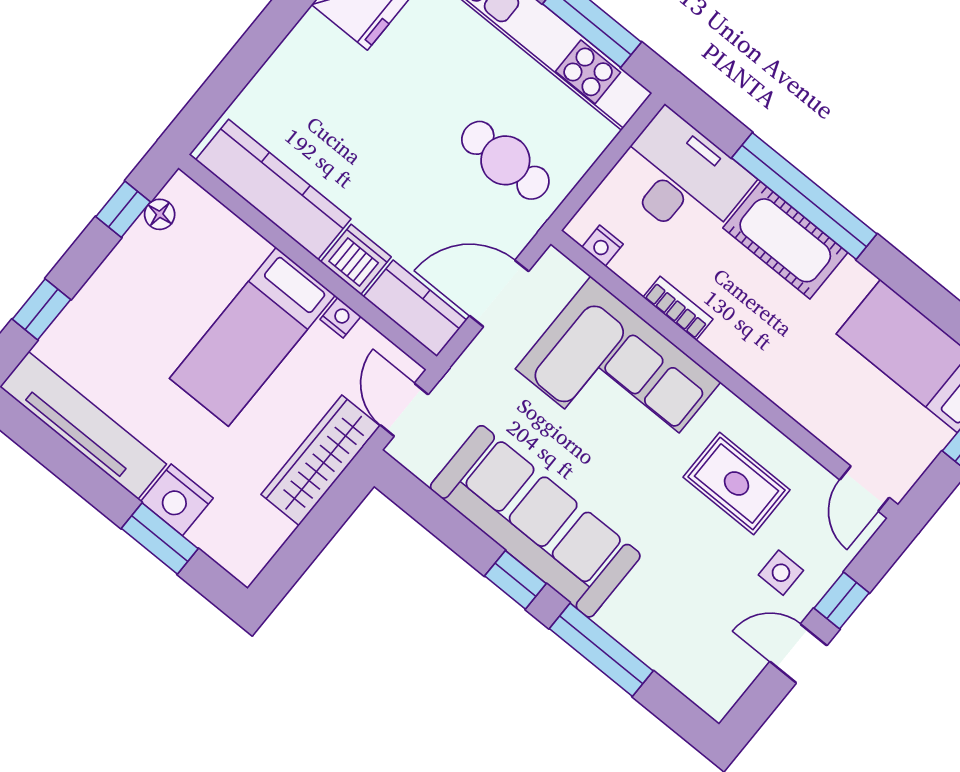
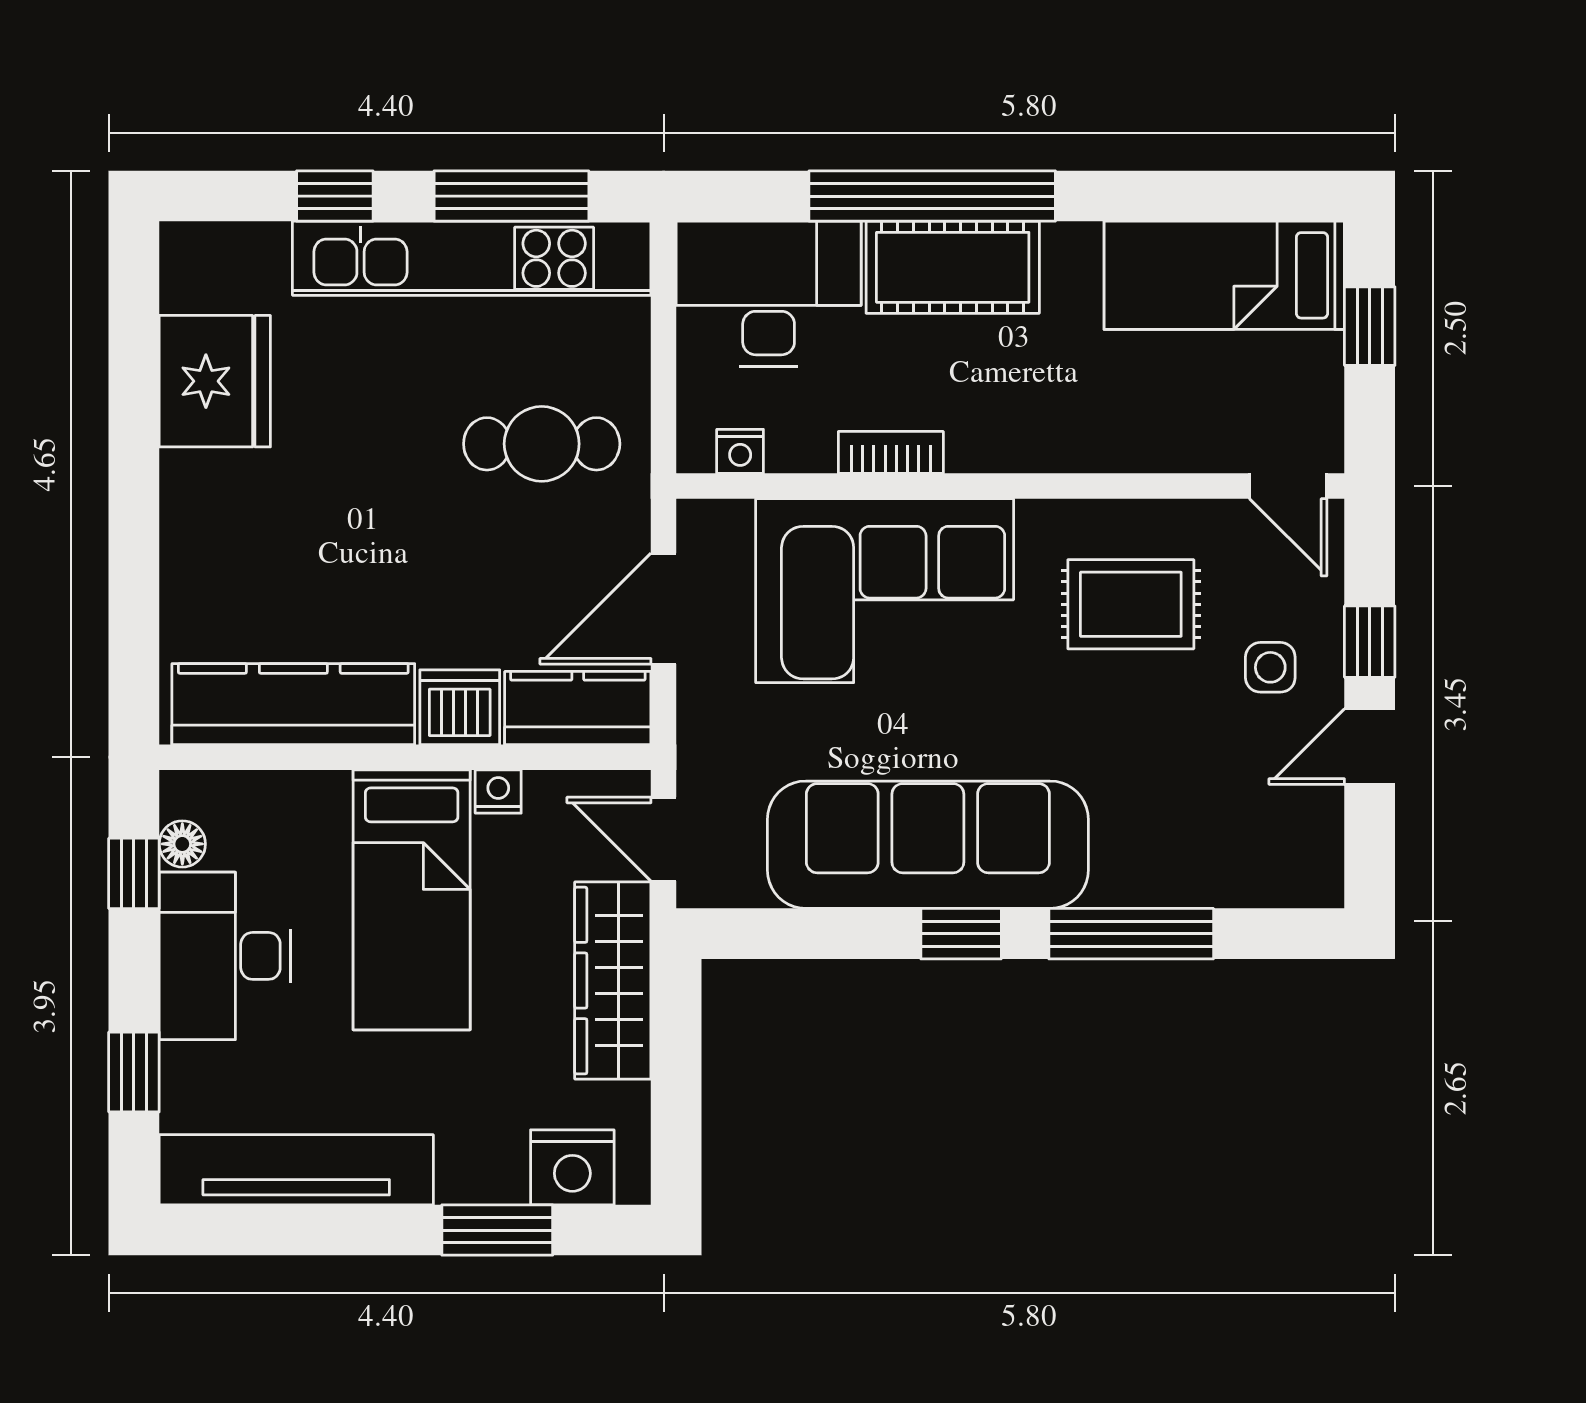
desk: (135, 288) -> (225, 956), added
nightstand: (177, 500) -> (572, 1167), moved

